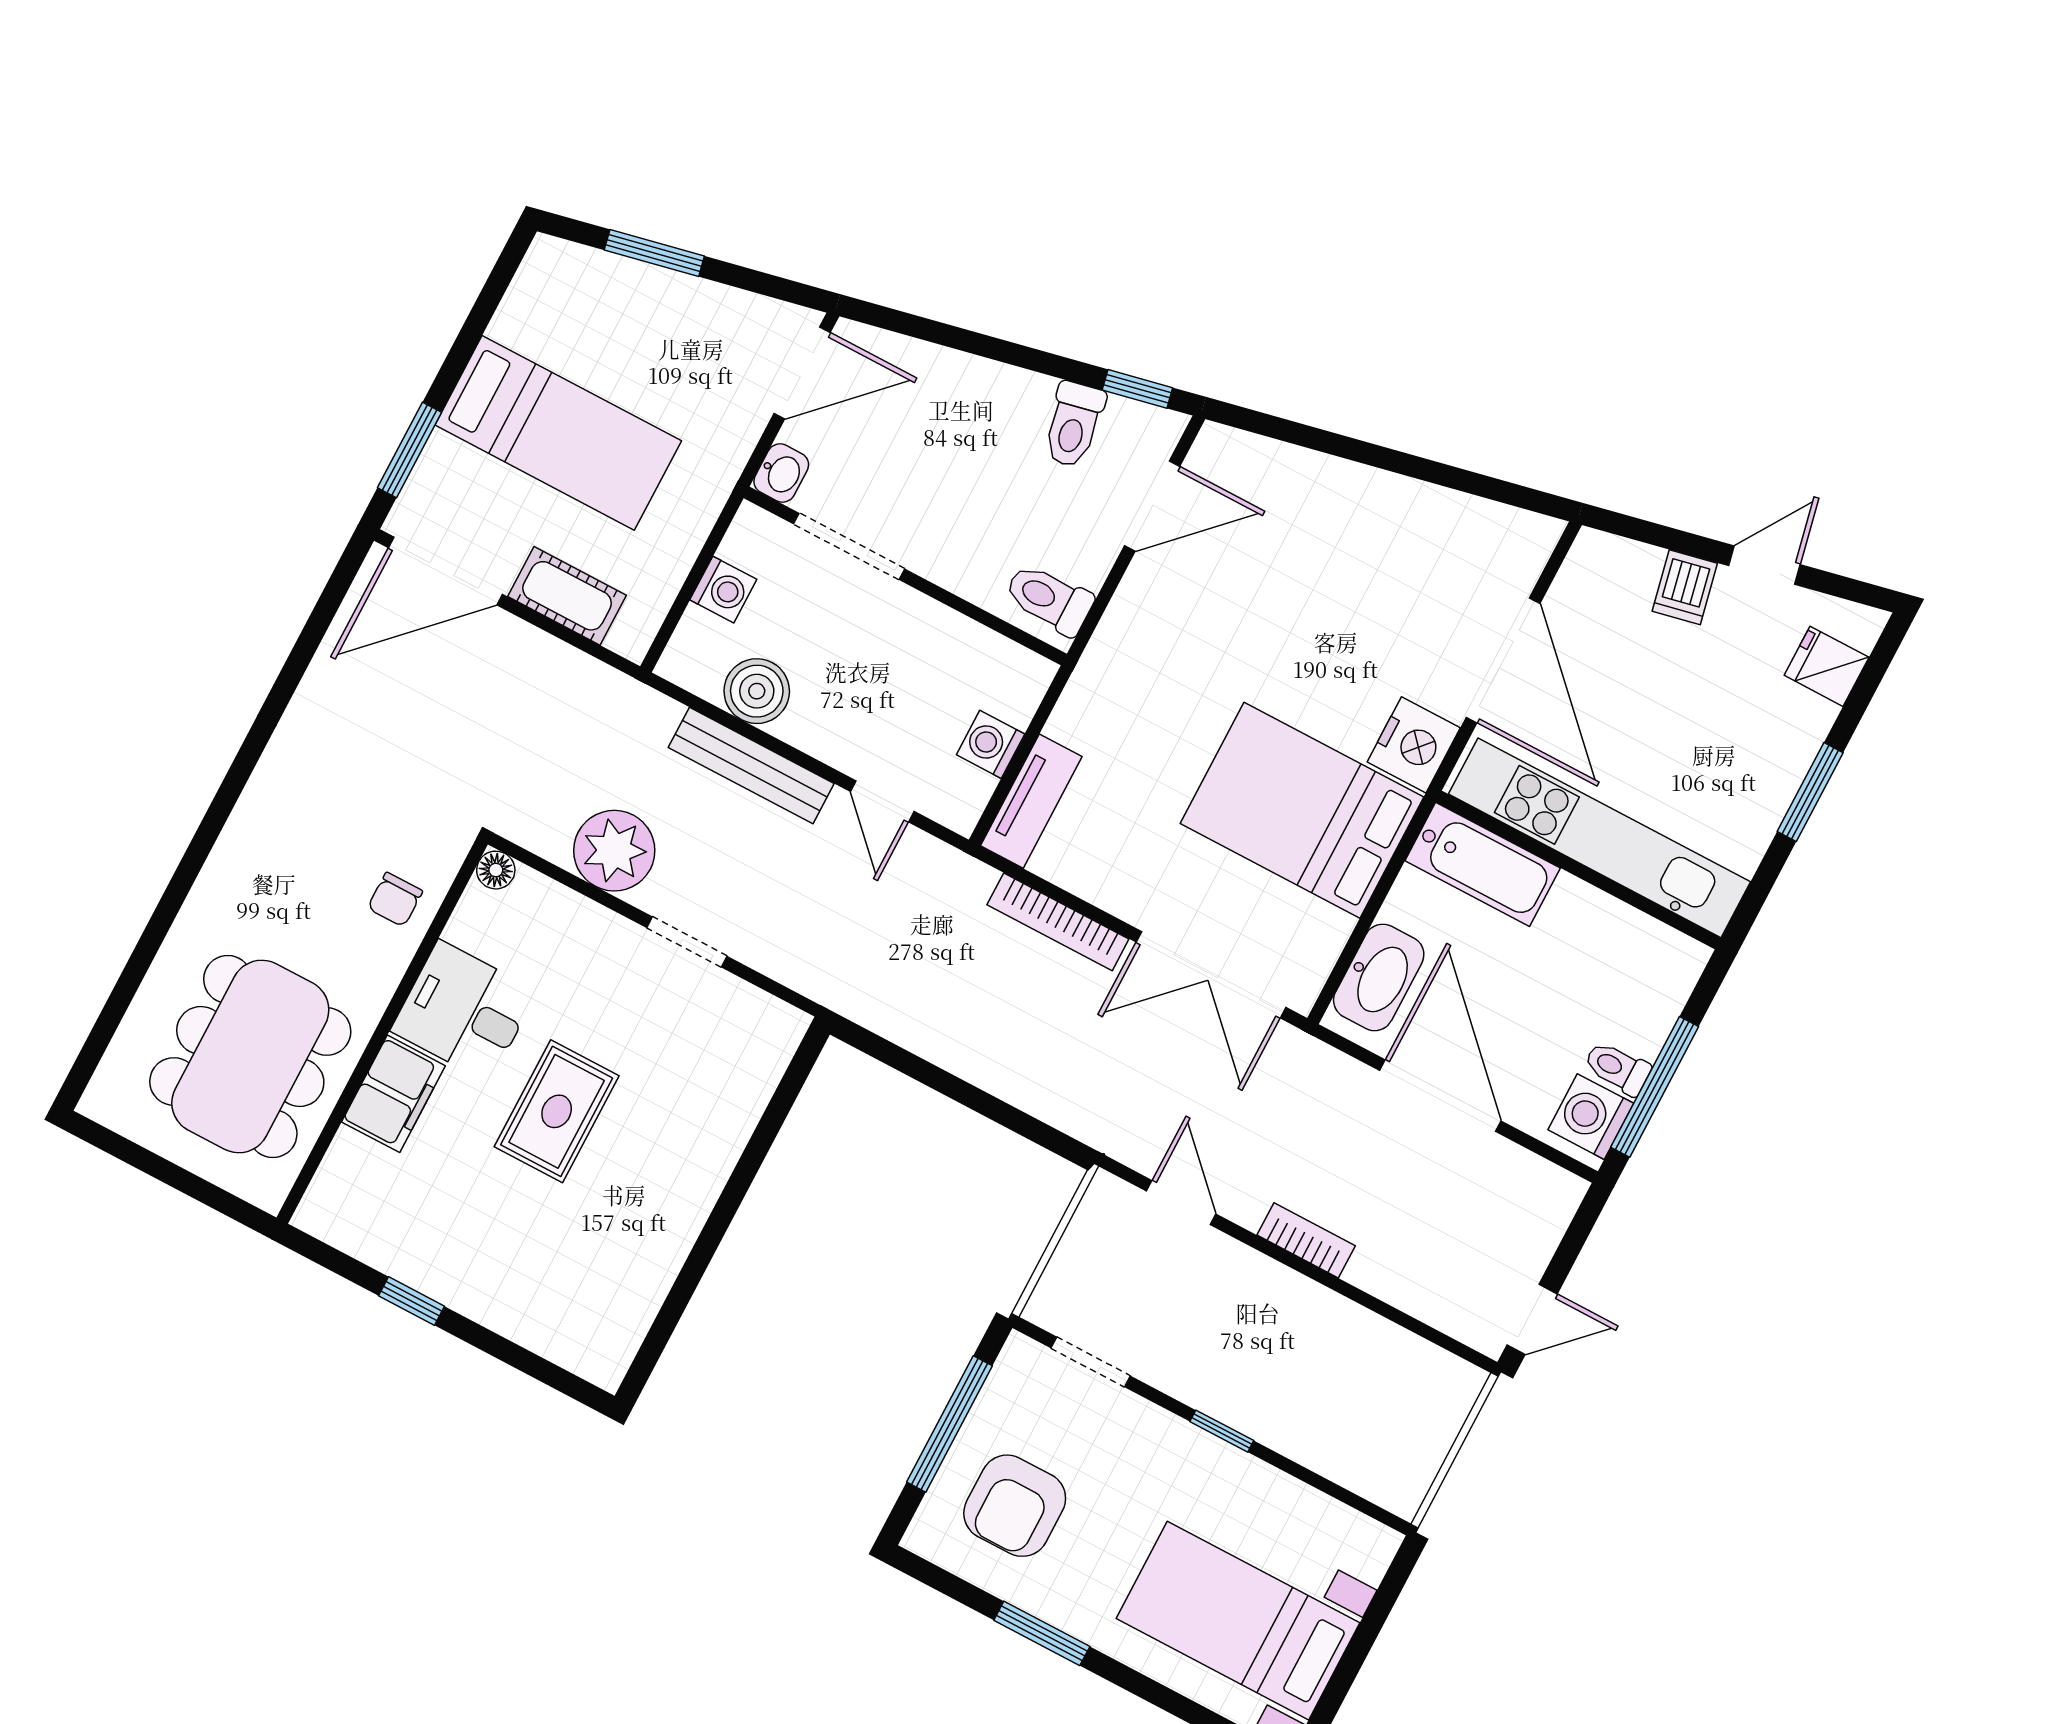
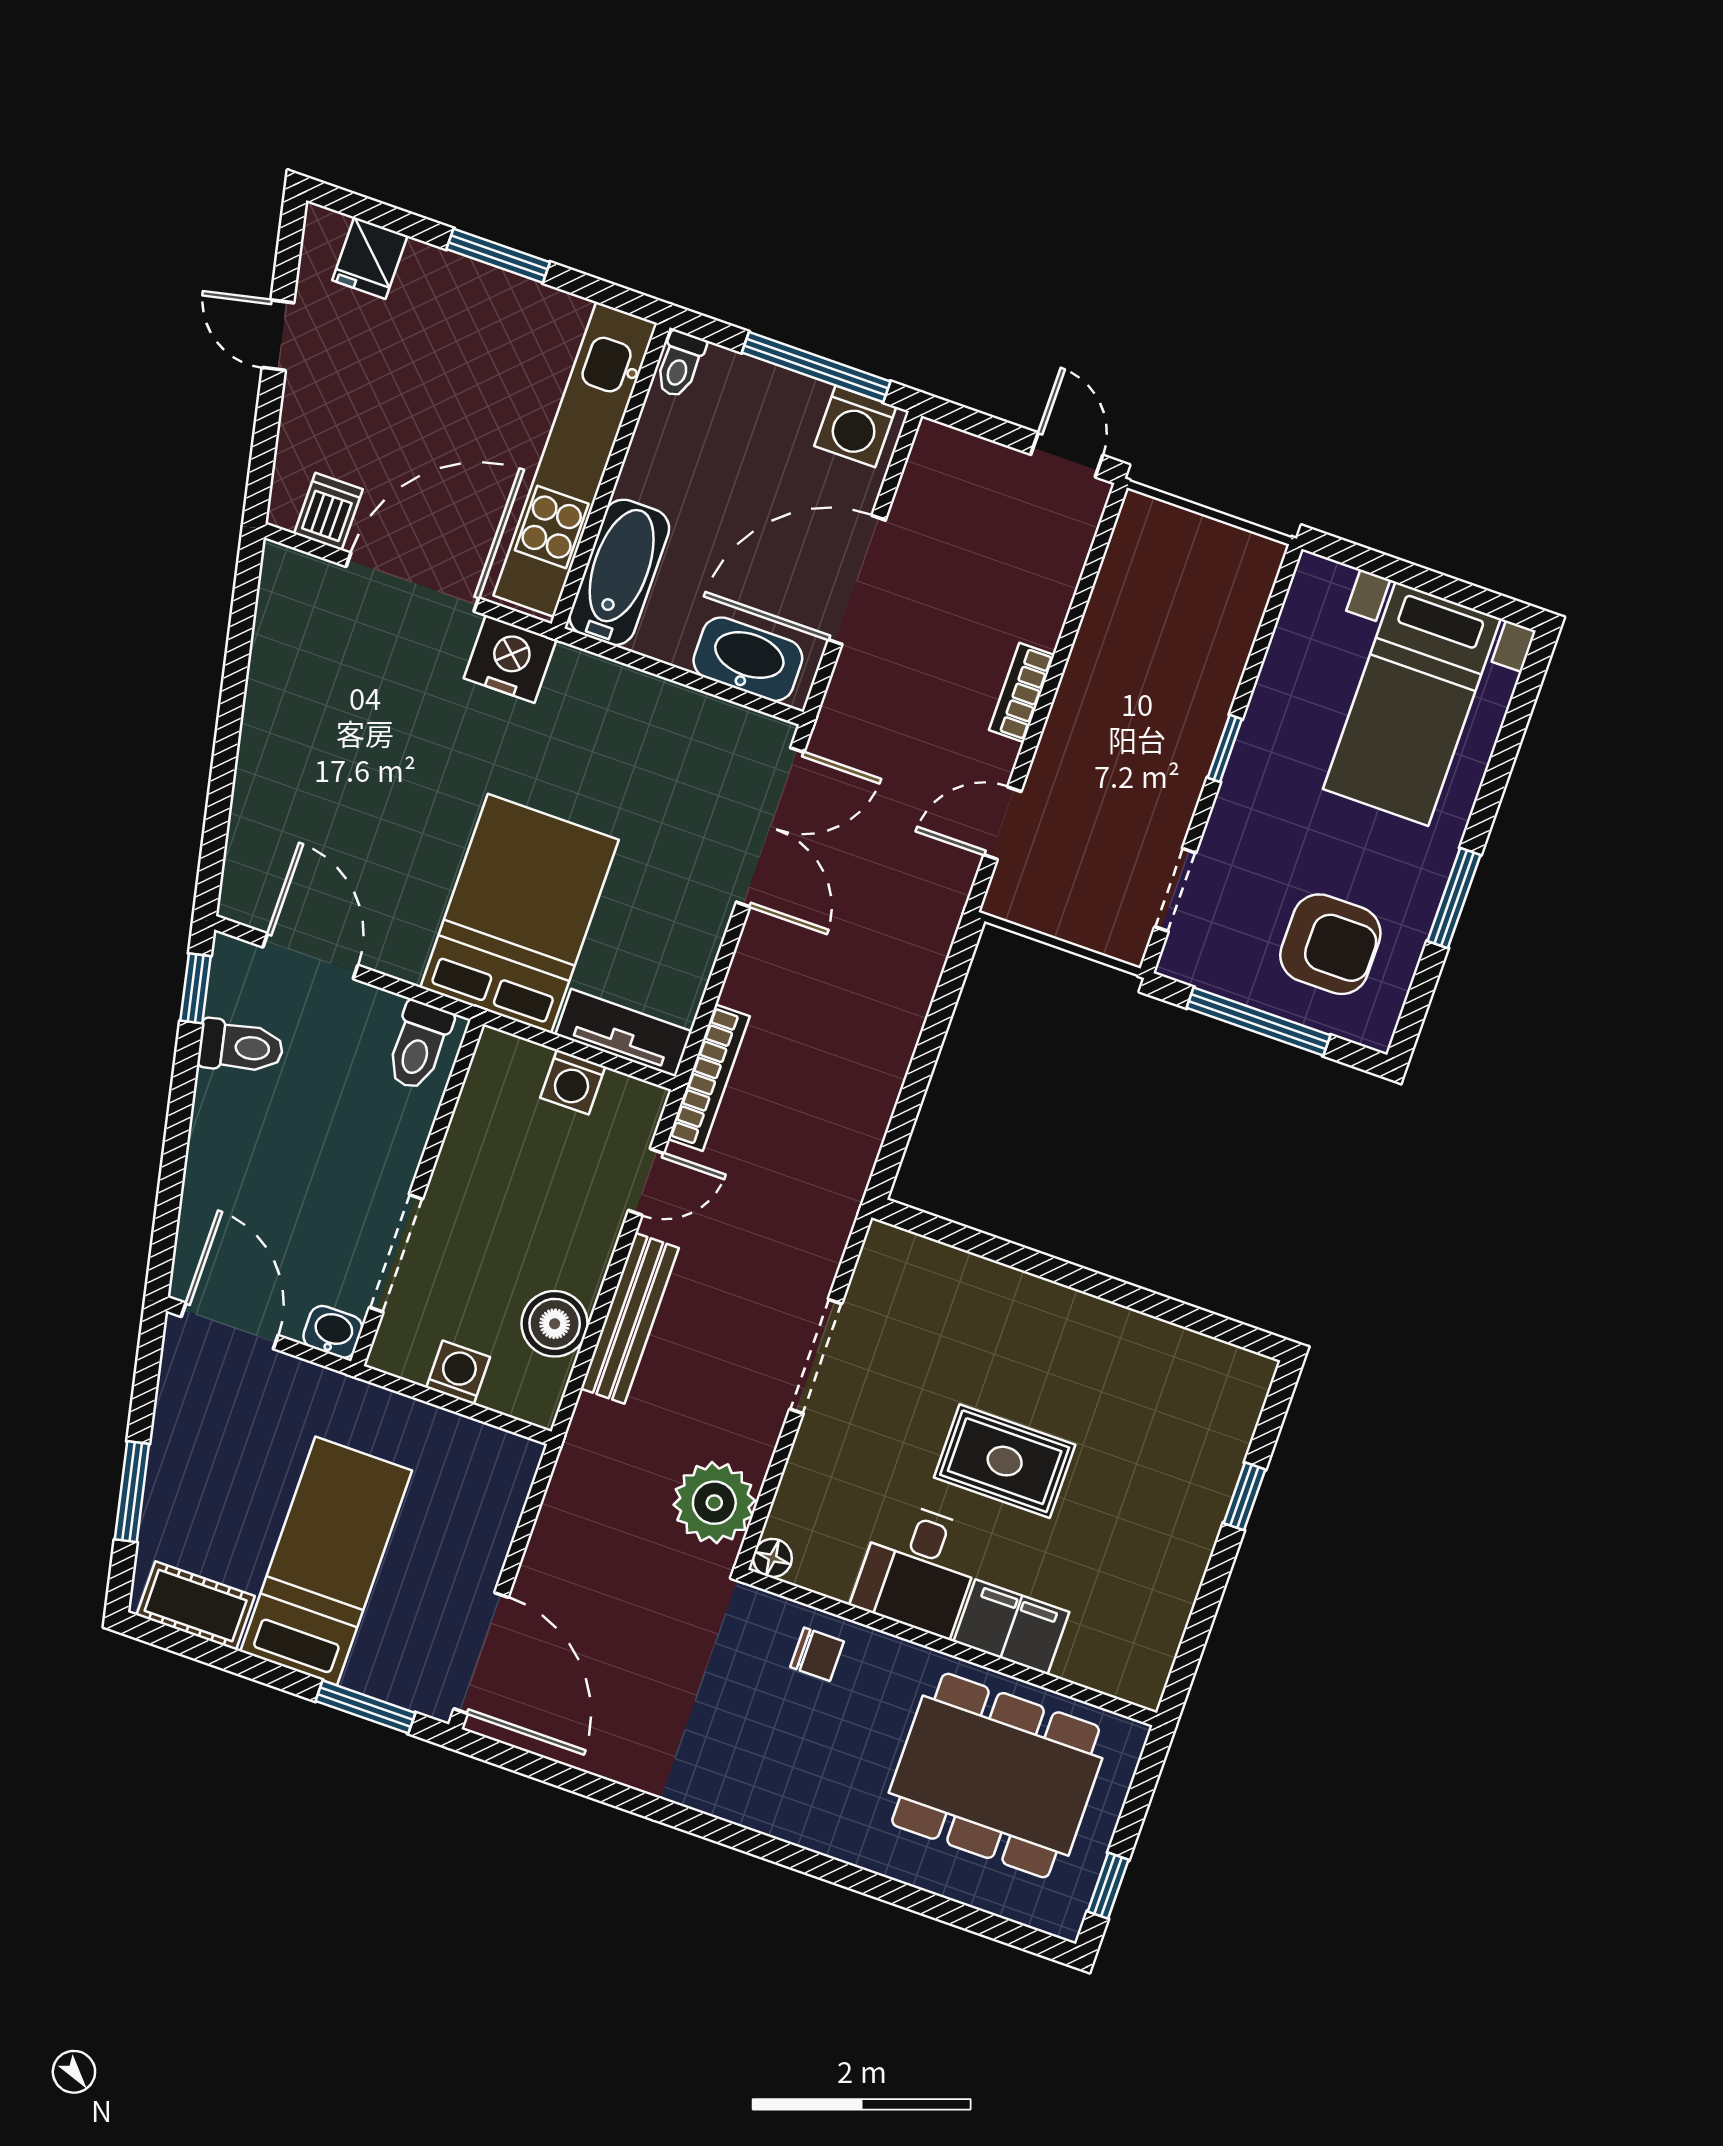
dishwasher: (1685, 587) -> (328, 512), moved, turned -78
cot: (567, 596) -> (196, 1606), moved, turned 90
bed: (1302, 810) -> (519, 914), moved, turned 180
plant: (614, 851) -> (714, 1503), moved
bookcase: (1058, 922) -> (709, 1078), moved
doorway: (687, 942) -> (816, 1356), width x1.38
toilet: (1617, 1068) -> (680, 364), moved
window: (126, 1151) -> (1108, 1886), added
window: (412, 1301) -> (1244, 1496), moved

